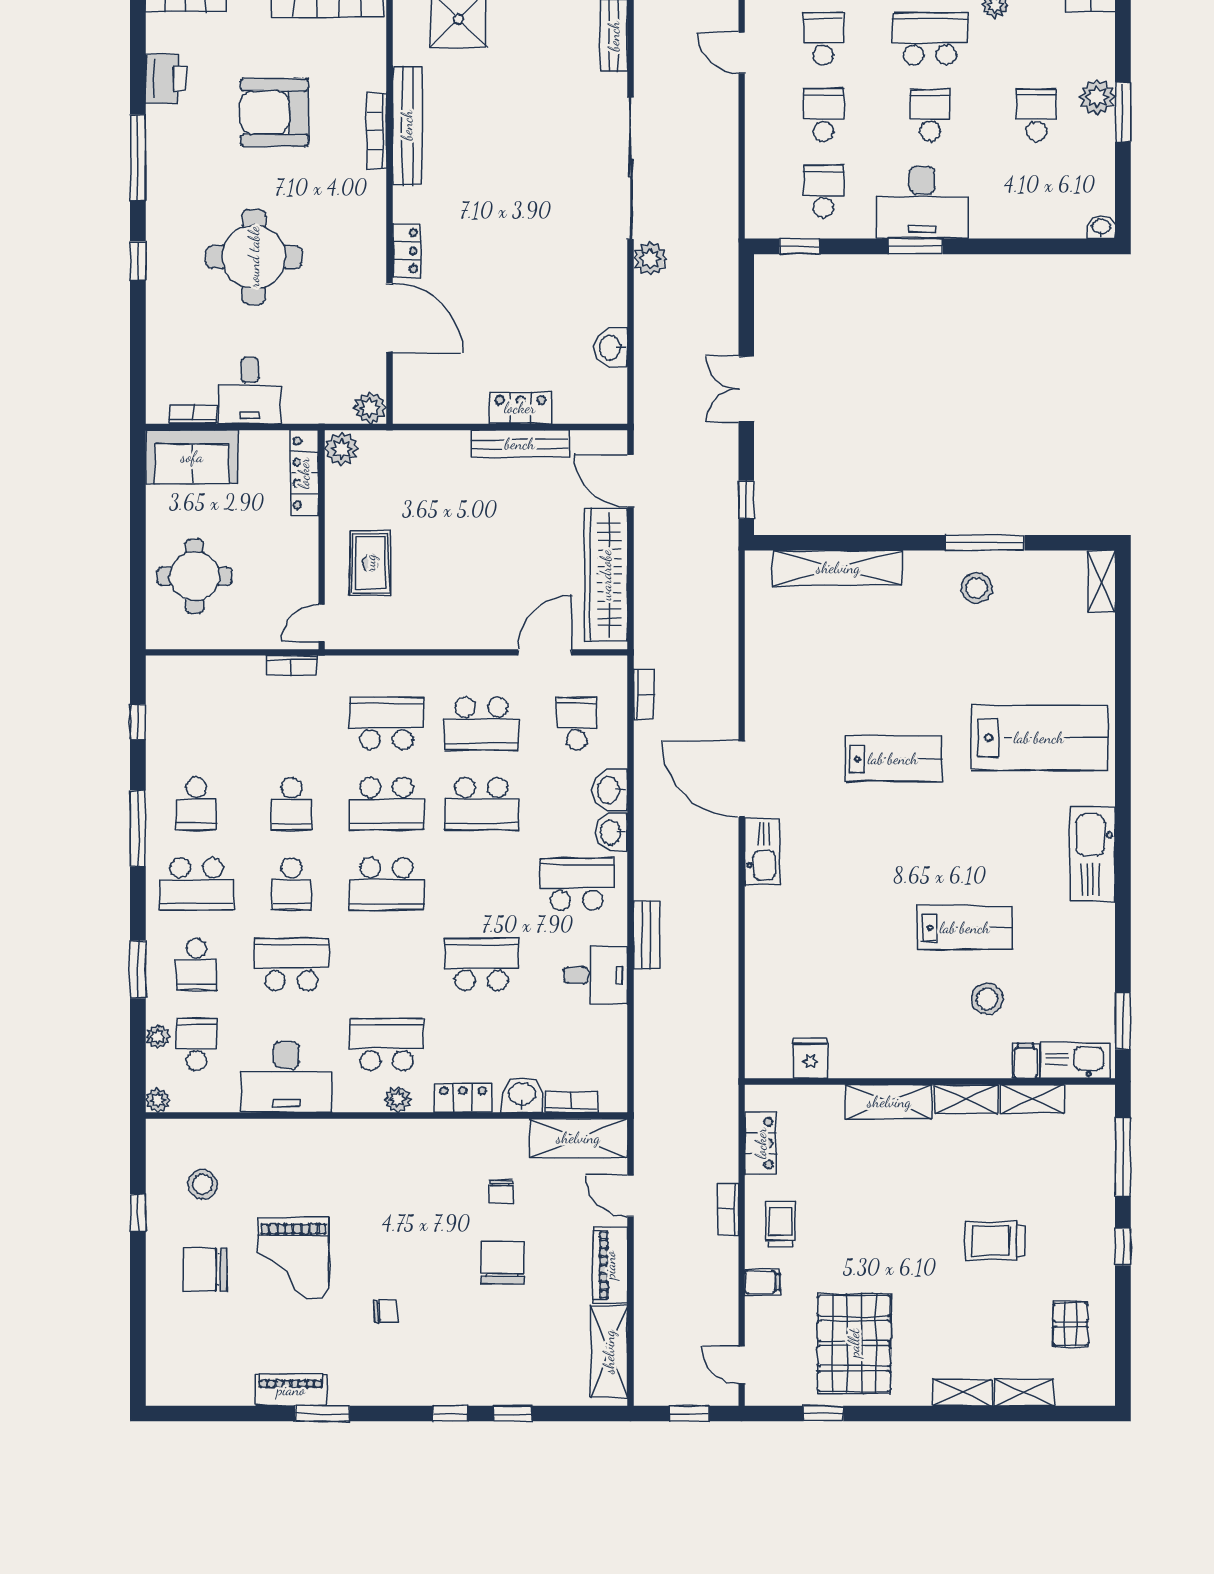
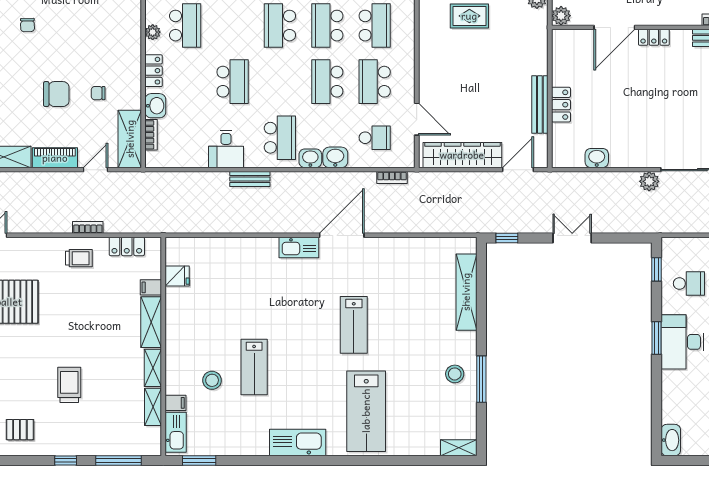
washbasin: (1101, 227) -> (671, 440), width x1.91, depth x1.45
filing cabinet: (762, 1282) -> (151, 287), moved, turned 90

